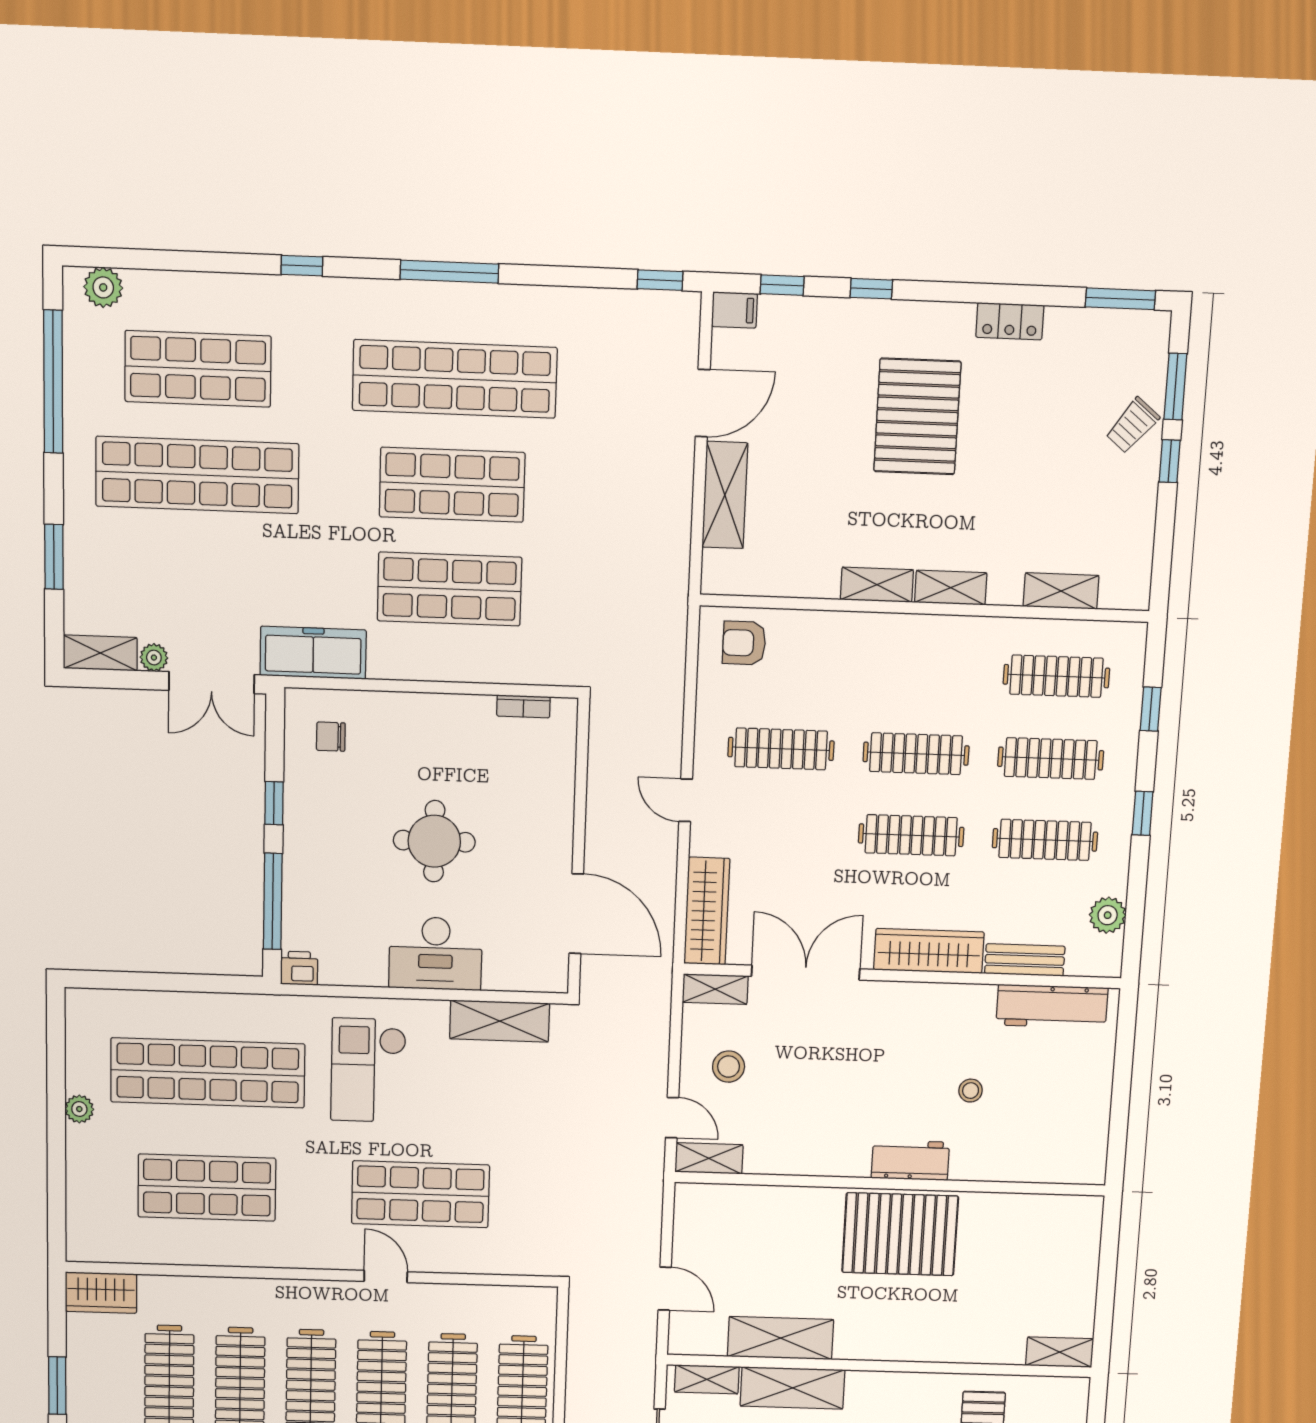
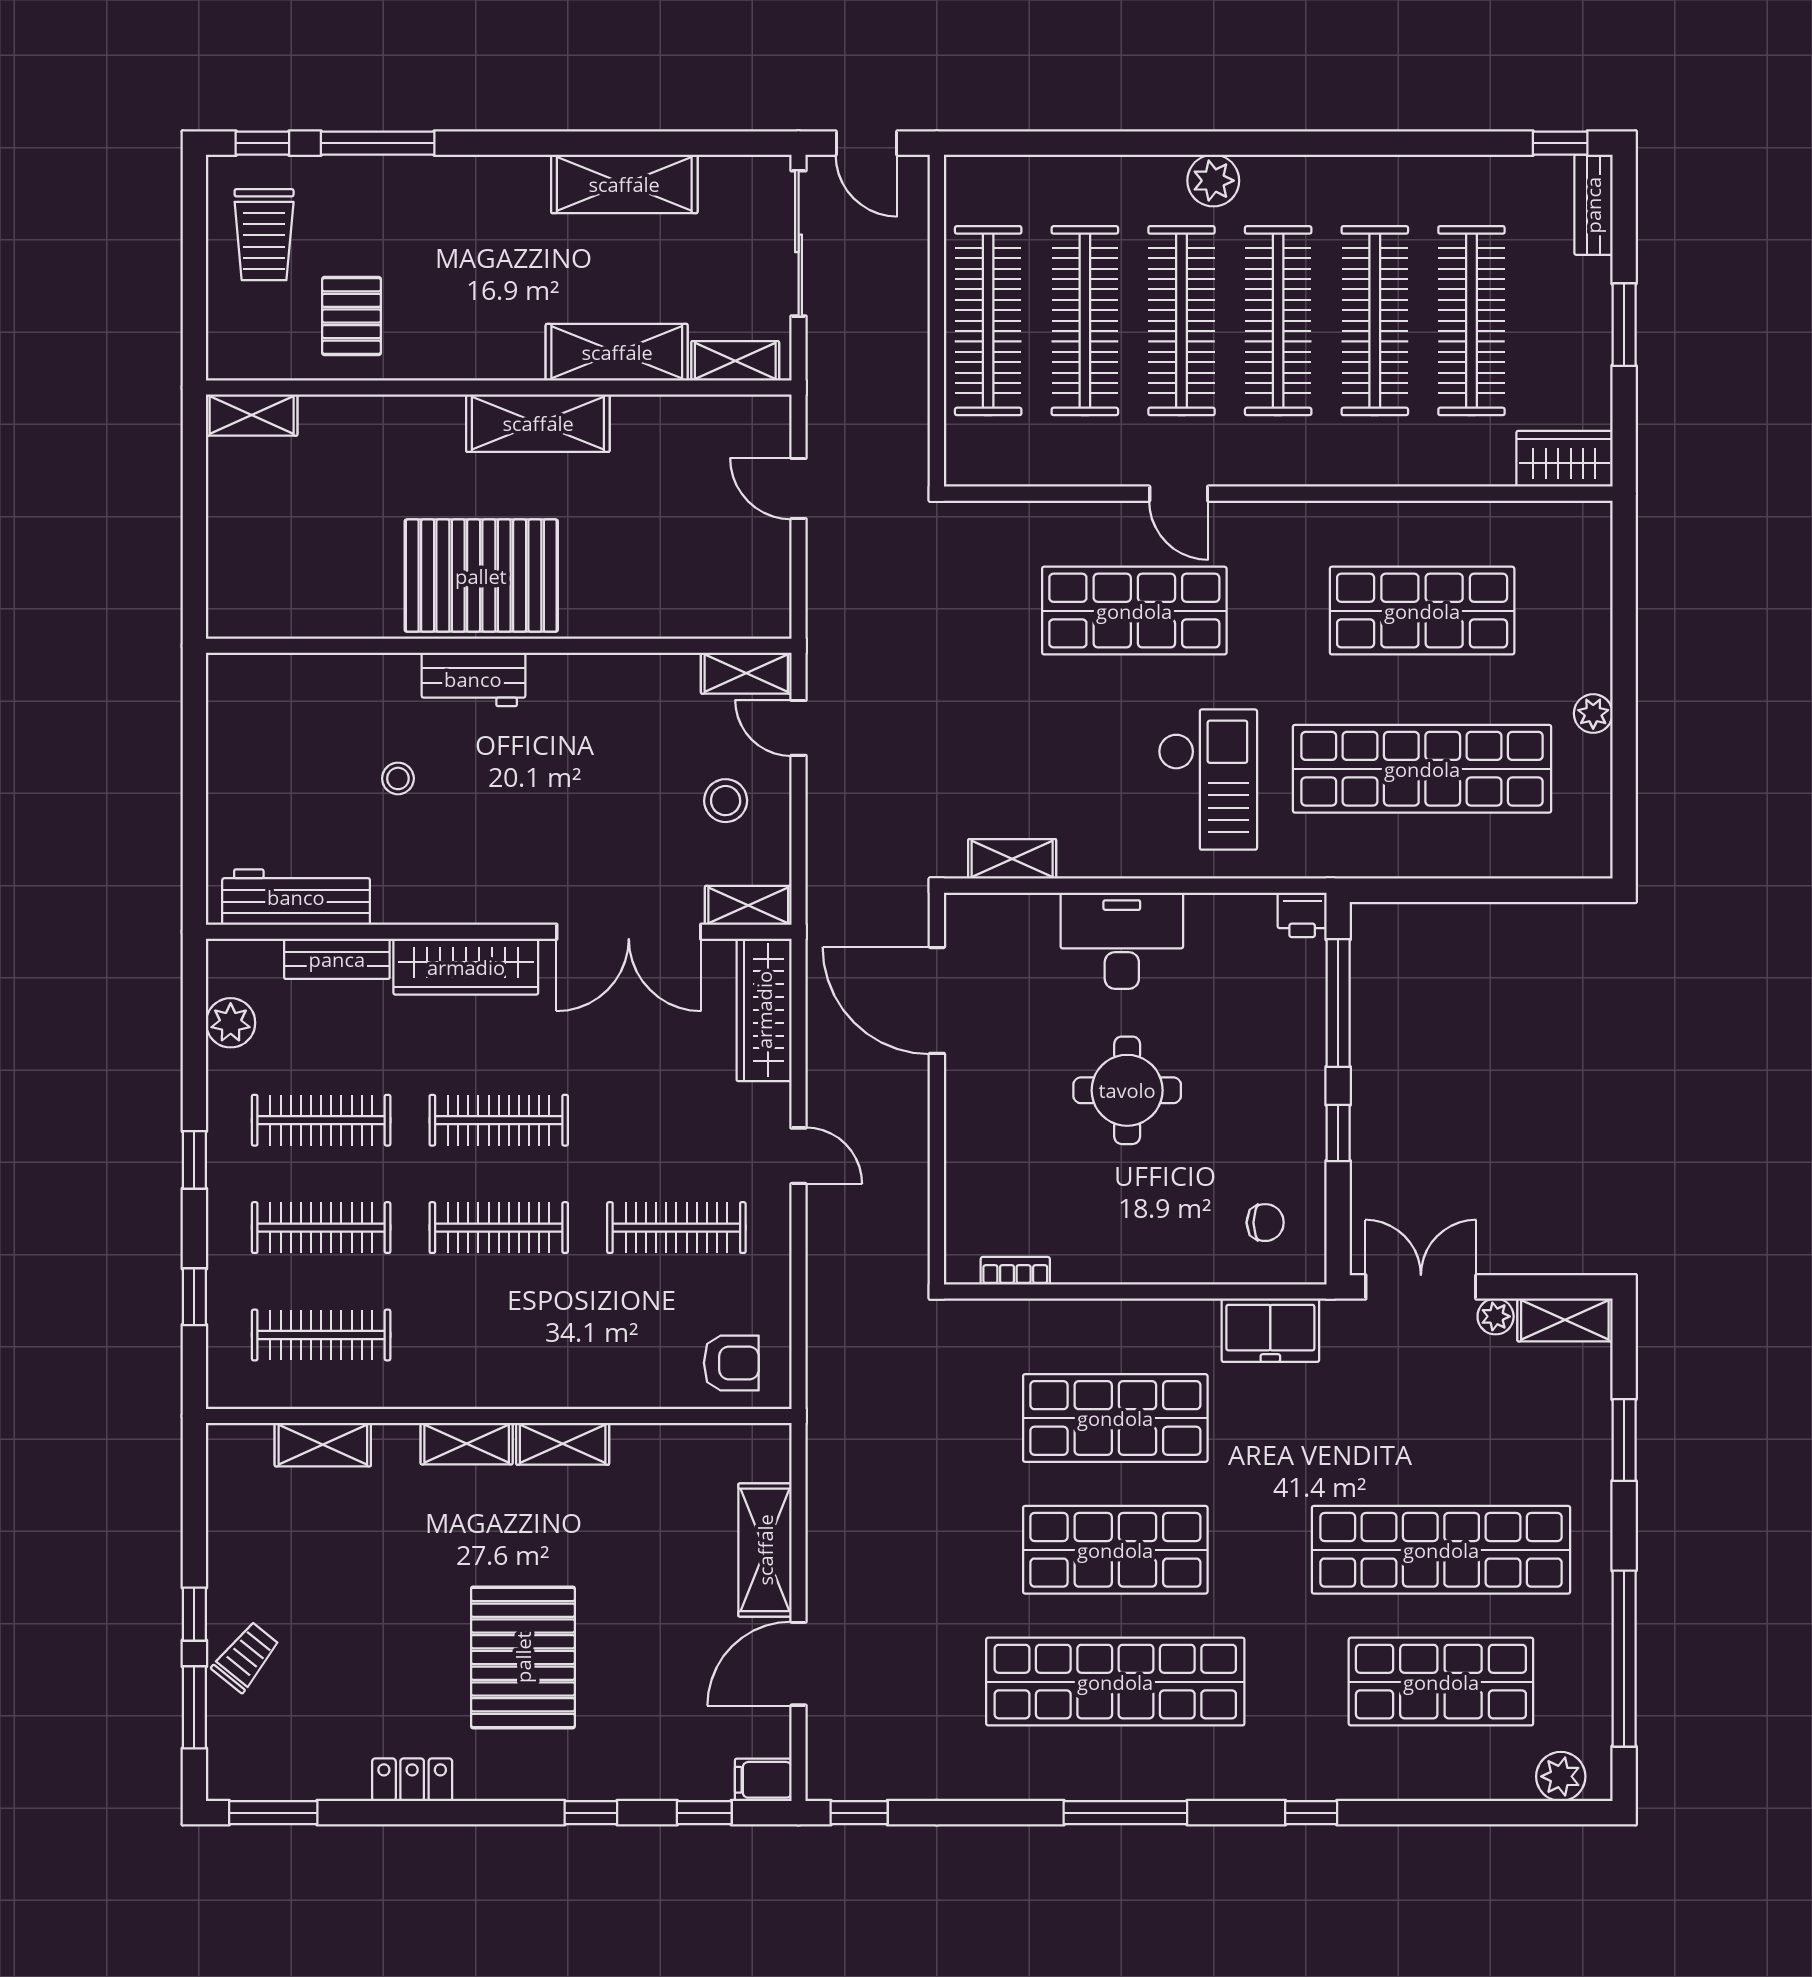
freezer: (313, 653) -> (1270, 1330), width x0.71
shelving: (500, 1021) -> (1012, 859), width x0.67, depth x0.75
shelving: (780, 1338) -> (538, 423), moved

